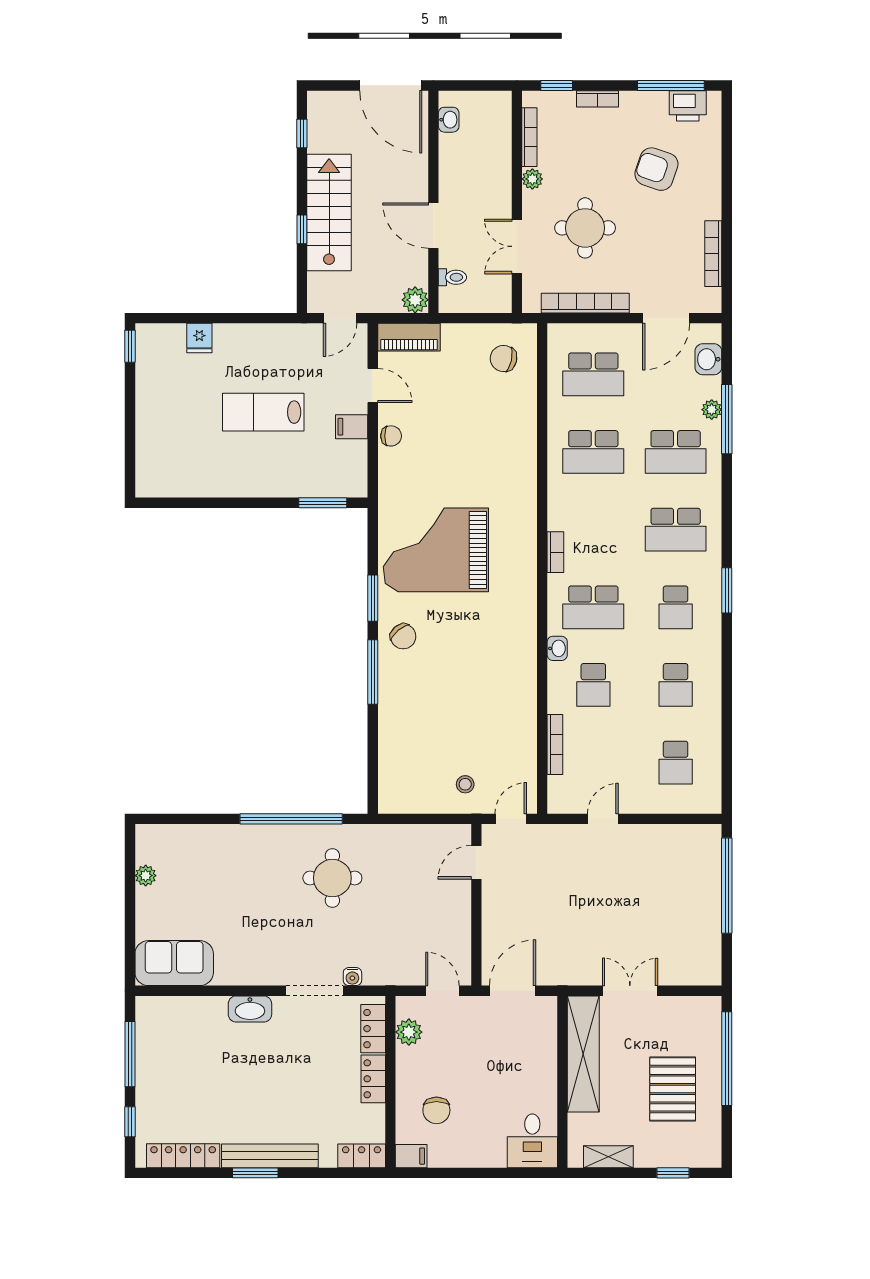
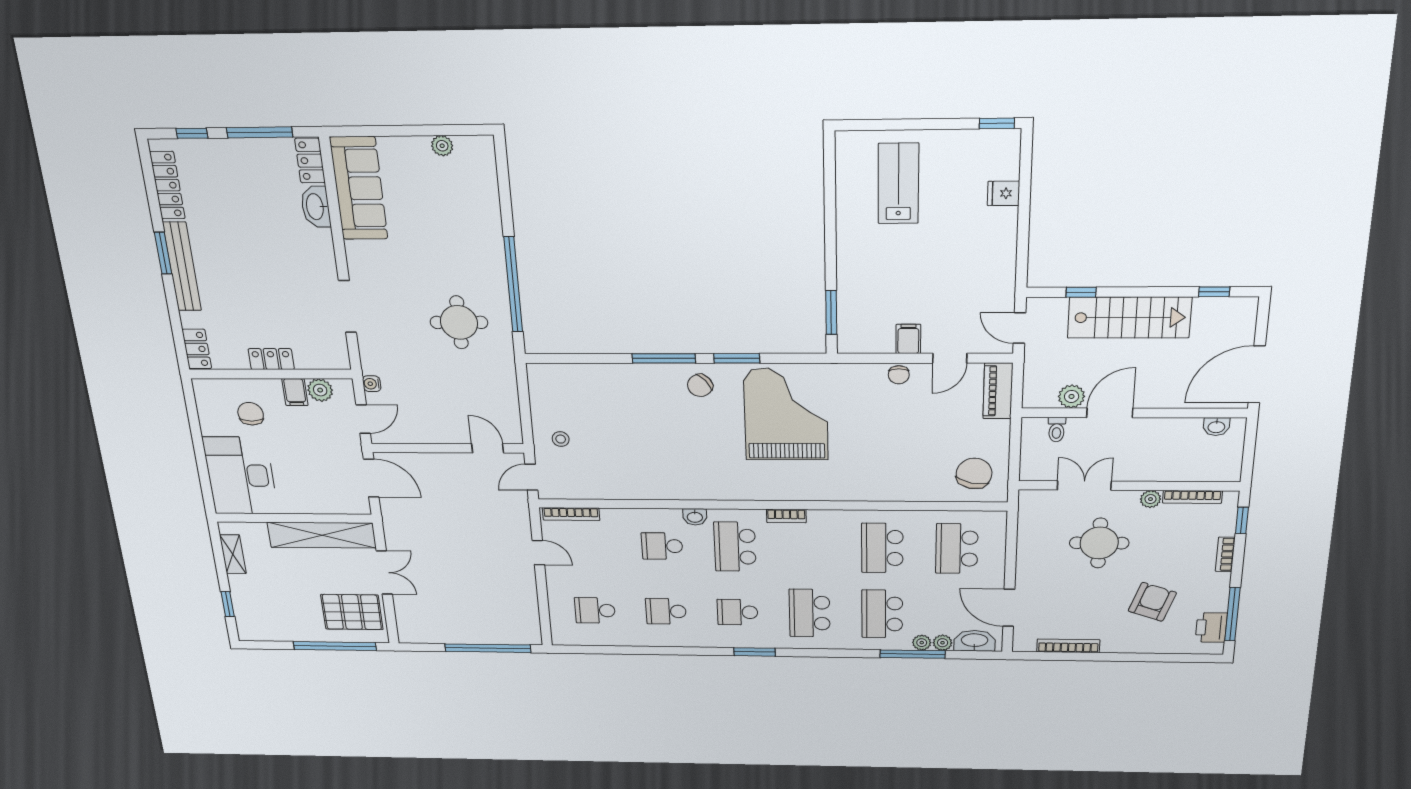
window: (302, 229) -> (1081, 292), moved
plant: (415, 300) -> (1072, 396), moved
bookcase: (585, 303) -> (1026, 543), removed
chair: (503, 358) -> (974, 473), width x1.37, depth x1.37
washbasin: (708, 359) -> (975, 641), width x1.38
plant: (711, 387) -> (943, 643), added
lab bench: (263, 412) -> (898, 183), moved
bookcase: (555, 744) -> (571, 514), moved
door: (511, 819) -> (531, 477), swing flipped
sofa: (174, 963) -> (359, 188), width x1.36
water cooler: (352, 977) -> (372, 384), moved
washbasin: (250, 1009) -> (316, 207), moved
locker: (373, 1029) -> (310, 161), moved, turned -90
pallet: (673, 1089) -> (352, 612), moved
chair: (436, 1110) -> (251, 414), turned 90
desk: (532, 1141) -> (240, 476), width x1.87, depth x1.30
filing cabinet: (411, 1156) -> (295, 392), moved

